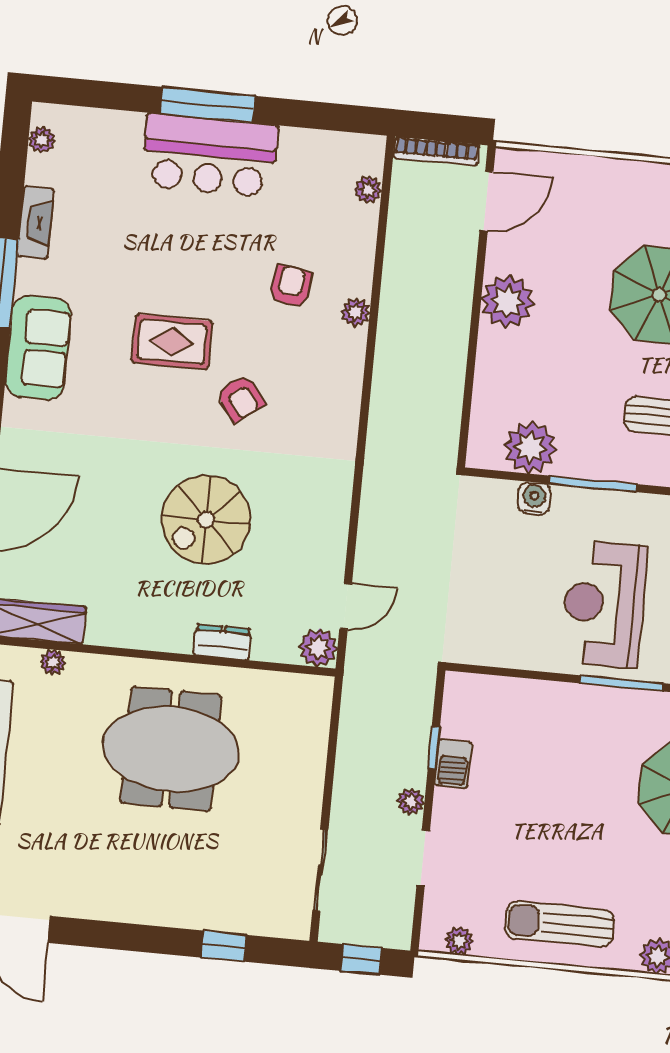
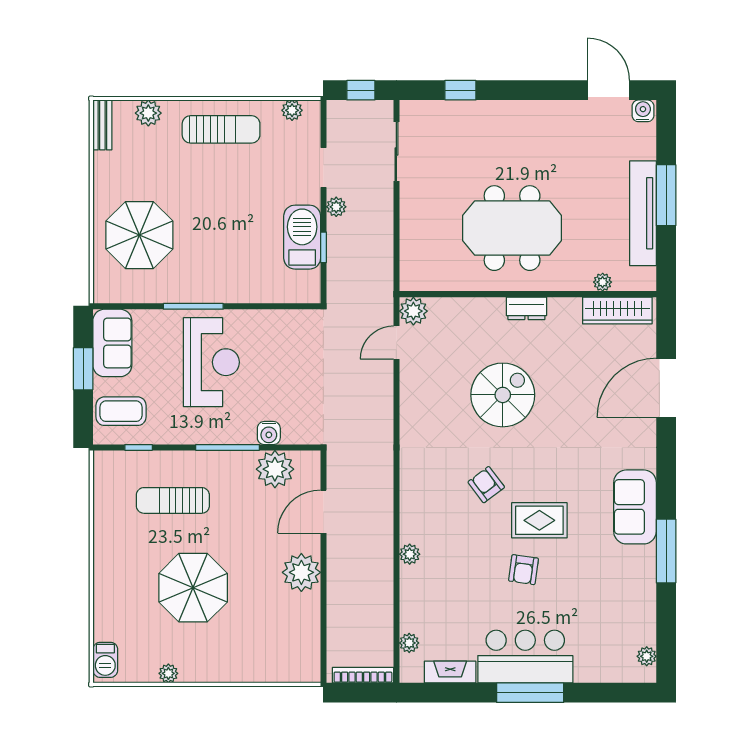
door: (486, 201) -> (323, 512), moved
fireplace: (36, 222) -> (450, 672), moved, turned 90
armchair: (291, 286) -> (524, 570), moved
dresser: (222, 642) -> (526, 308), moved
barbecue: (453, 764) -> (302, 237), width x1.88, depth x1.53

